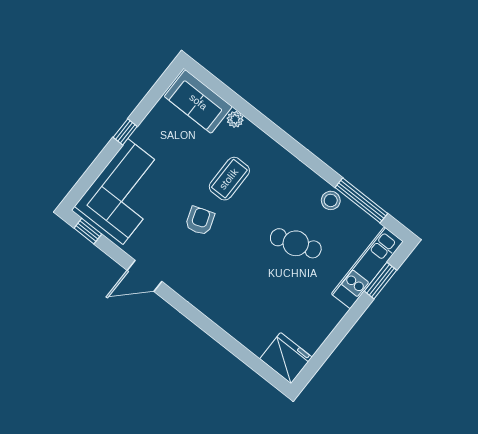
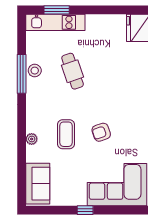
plant: (235, 119) -> (32, 139), moved
coffee table: (229, 179) -> (66, 134), turned 90
window: (361, 200) -> (22, 74), moved

